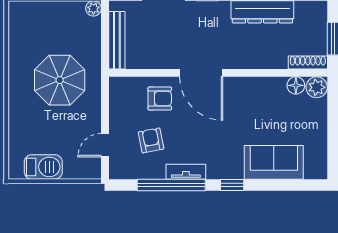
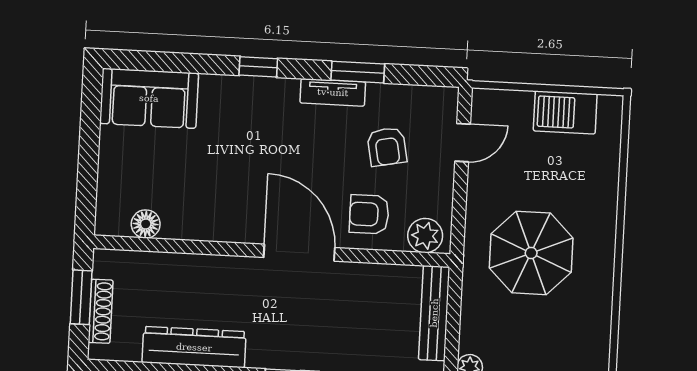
shoe rack: (308, 62) -> (101, 311), moved, turned -90
plant: (317, 87) -> (425, 236), moved
sofa: (274, 162) -> (149, 98), moved
window: (171, 185) -> (358, 72), width x0.47

